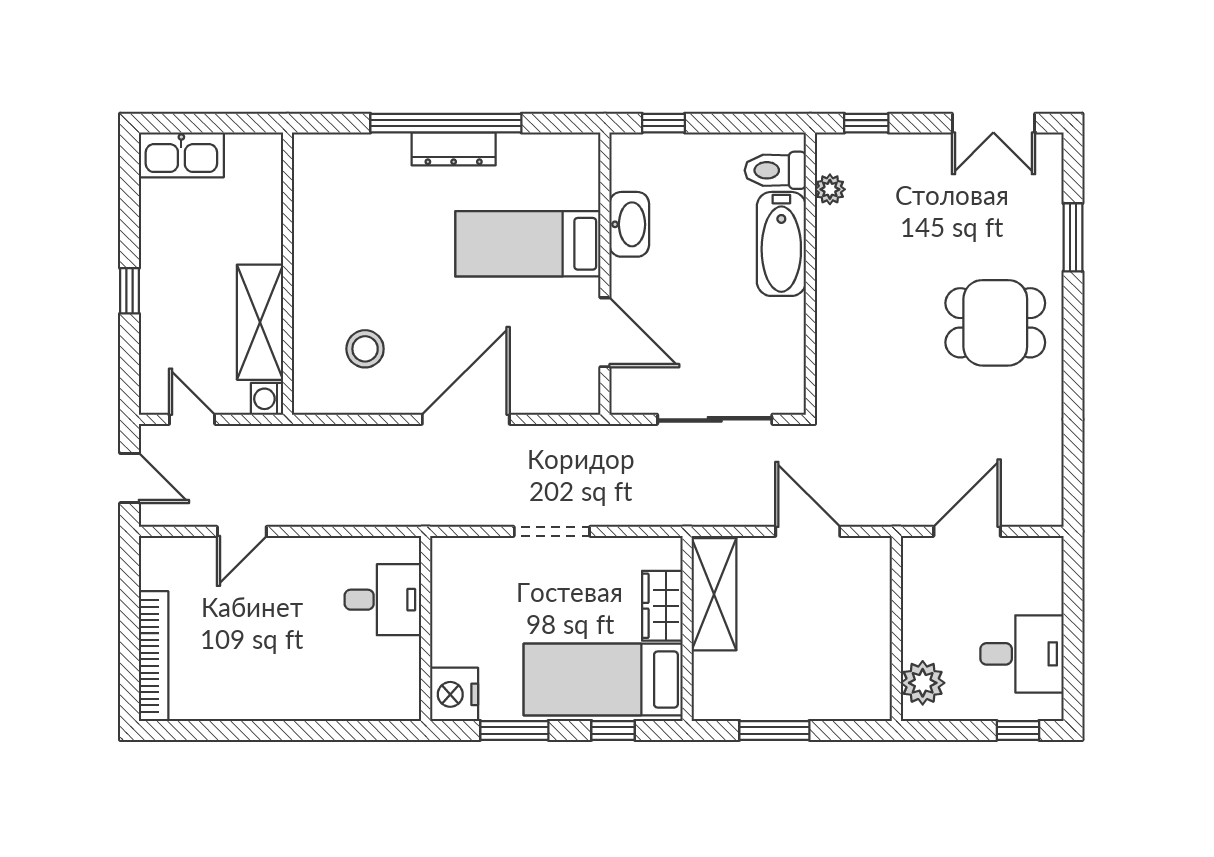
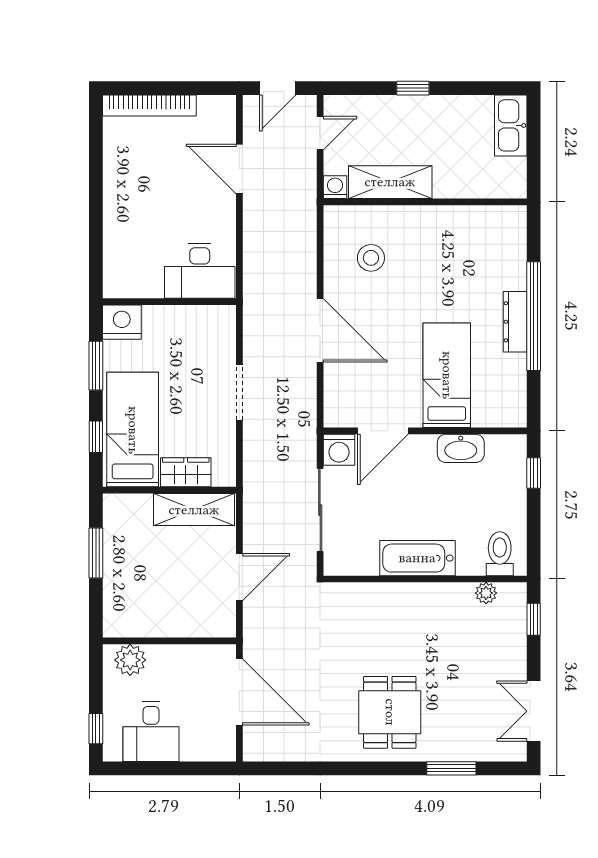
bathtub: (781, 244) -> (417, 558), moved
washing machine: (631, 393) -> (339, 450), added
door: (242, 531) -> (239, 169), width x1.38
door: (967, 531) -> (239, 692), width x1.36
desk: (383, 600) -> (200, 271), width x1.37

